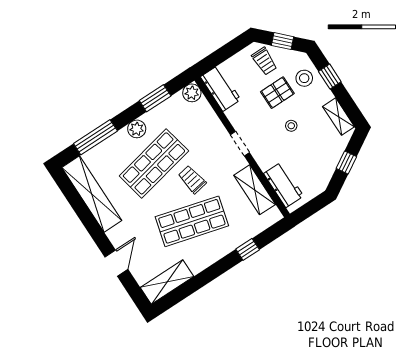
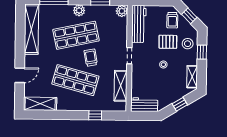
workbench: (221, 88) -> (139, 24), width x1.38
workbench: (283, 185) -> (144, 105), moved, turned -90

